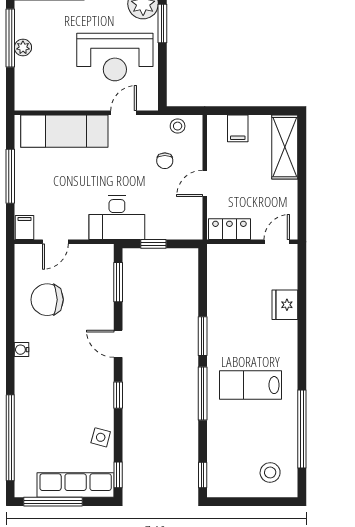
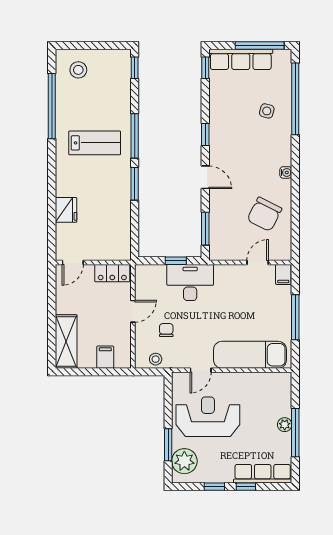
desk: (117, 218) -> (190, 282), moved
chair: (47, 300) -> (264, 214), turned 117
side table: (101, 437) -> (267, 111), moved

